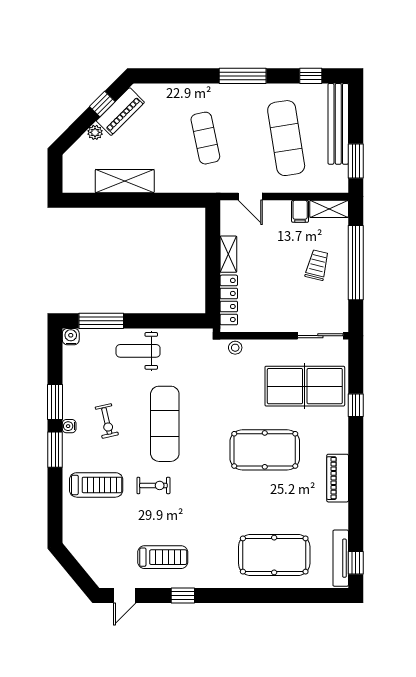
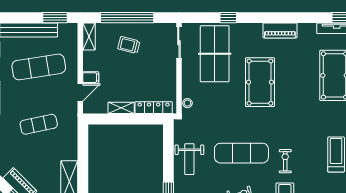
filing cabinet: (300, 211) -> (91, 78), moved
weight bench: (138, 351) -> (189, 159), moved

